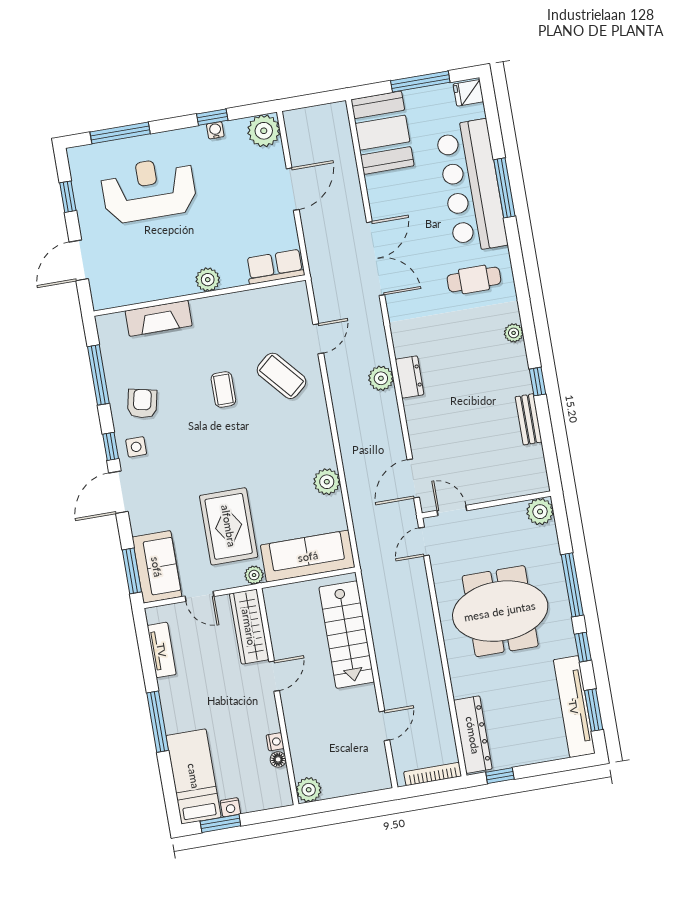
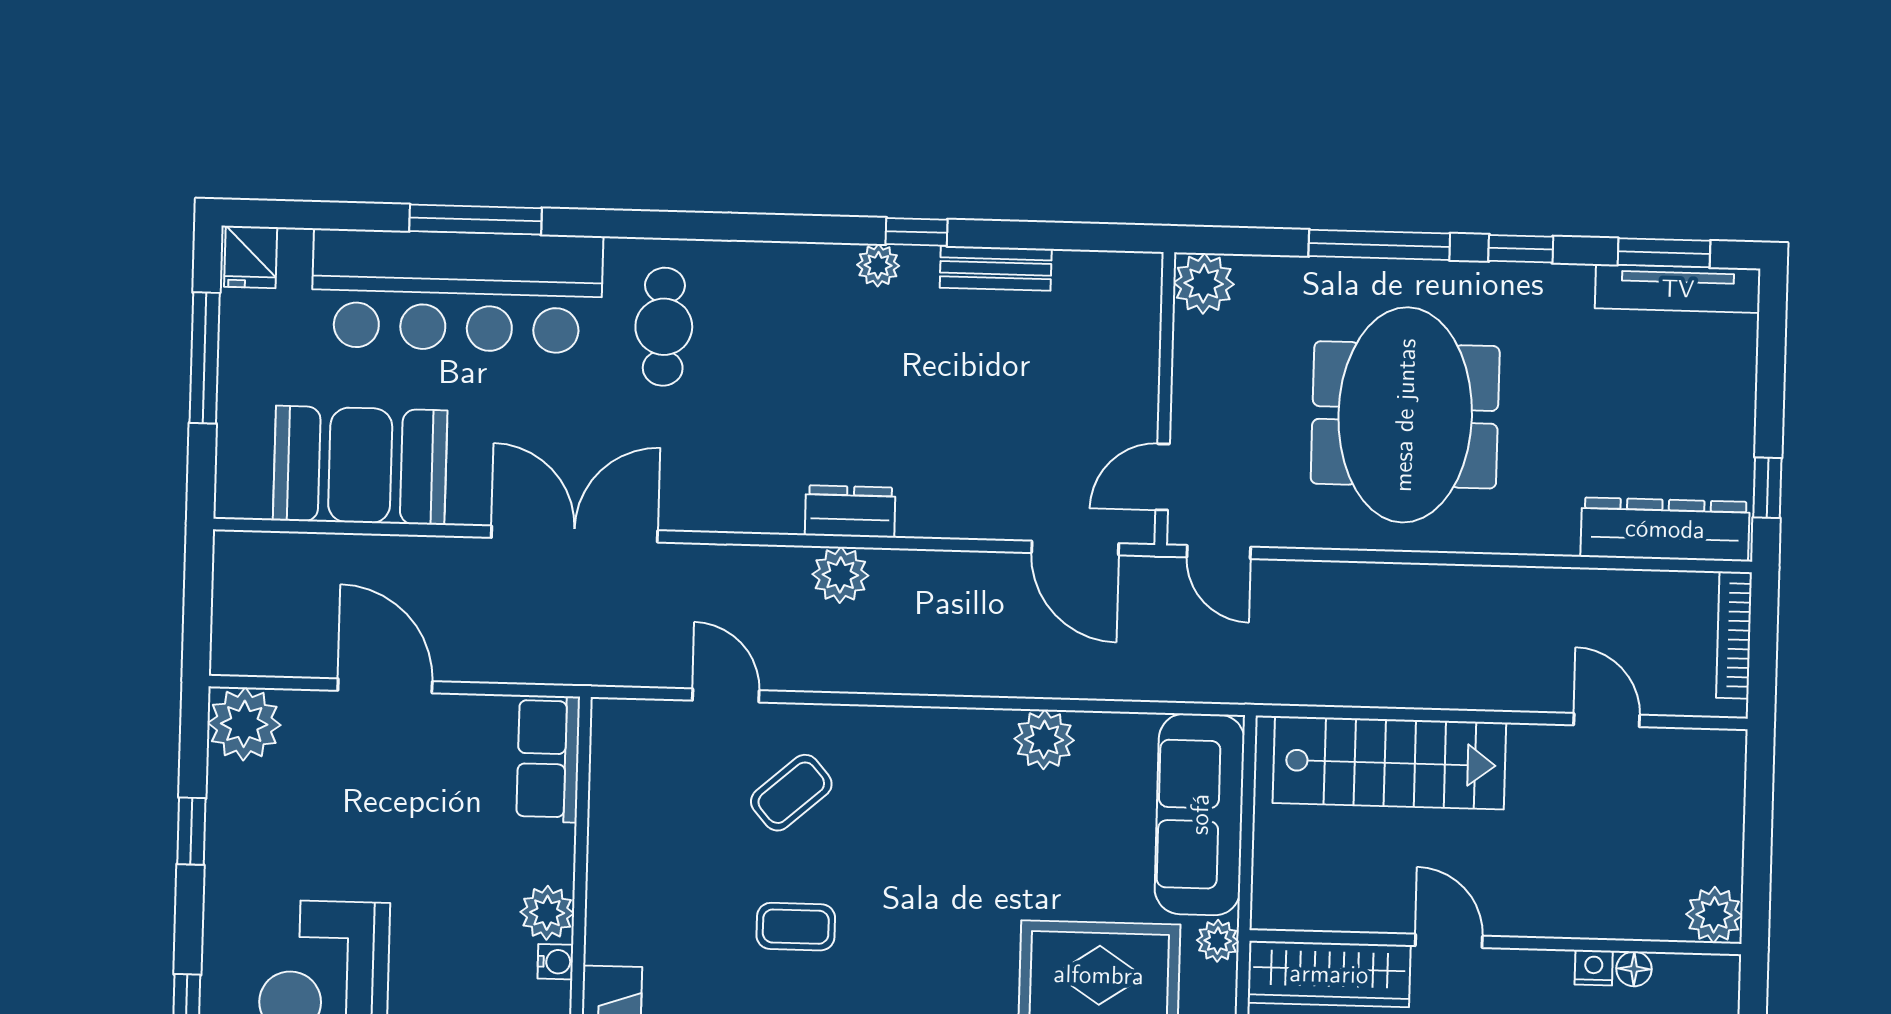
water cooler: (215, 130) -> (555, 962), moved, turned 180
booth: (382, 133) -> (360, 465), moved
plant: (514, 333) -> (878, 265), moved
coffee table: (282, 376) -> (791, 793), width x0.73, depth x0.77
tv unit: (574, 707) -> (1678, 289), width x0.73, depth x0.78

